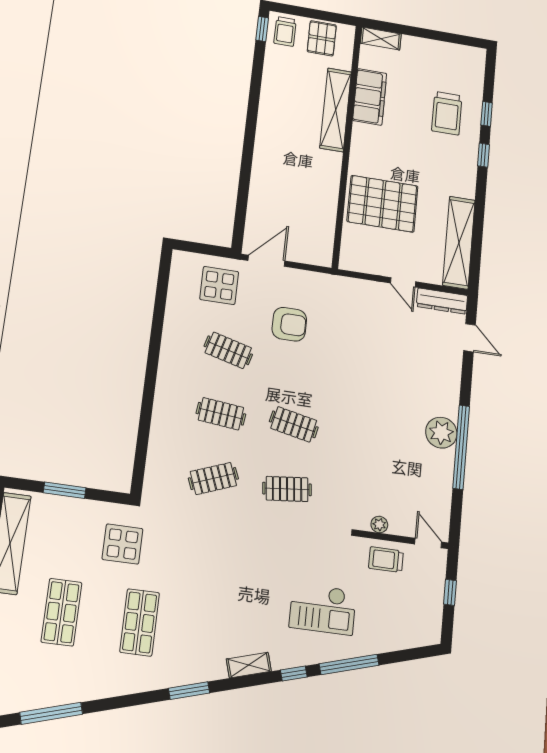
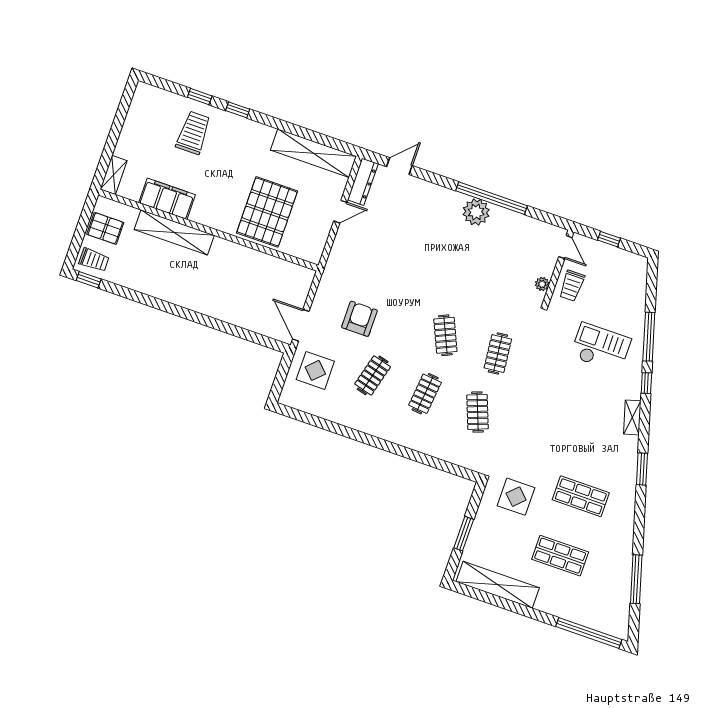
trolley: (447, 113) -> (193, 133), turned -90
clothes rail: (294, 424) -> (445, 335), turned -36
door: (428, 543) -> (565, 247), swing flipped
checkout: (323, 609) -> (601, 348), turned -90

